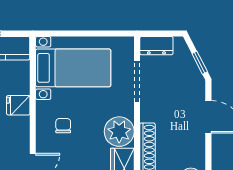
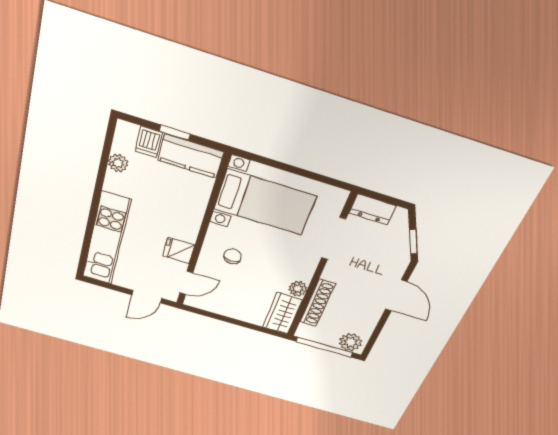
fridge: (18, 105) -> (179, 250), moved
plant: (119, 132) -> (298, 289), width x0.53, depth x0.53

